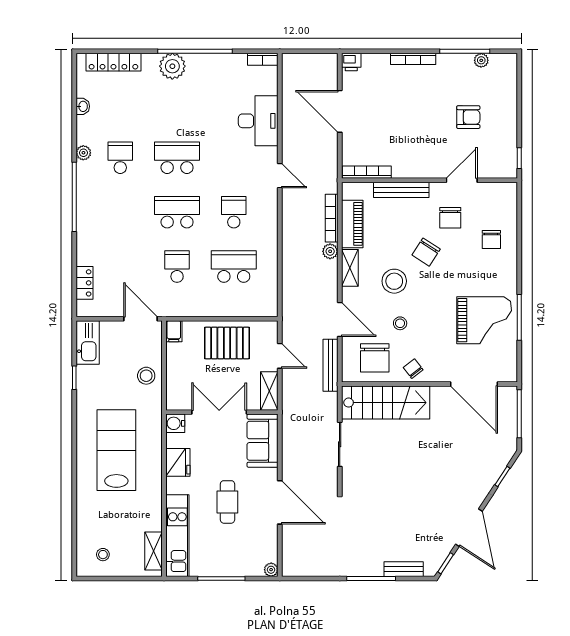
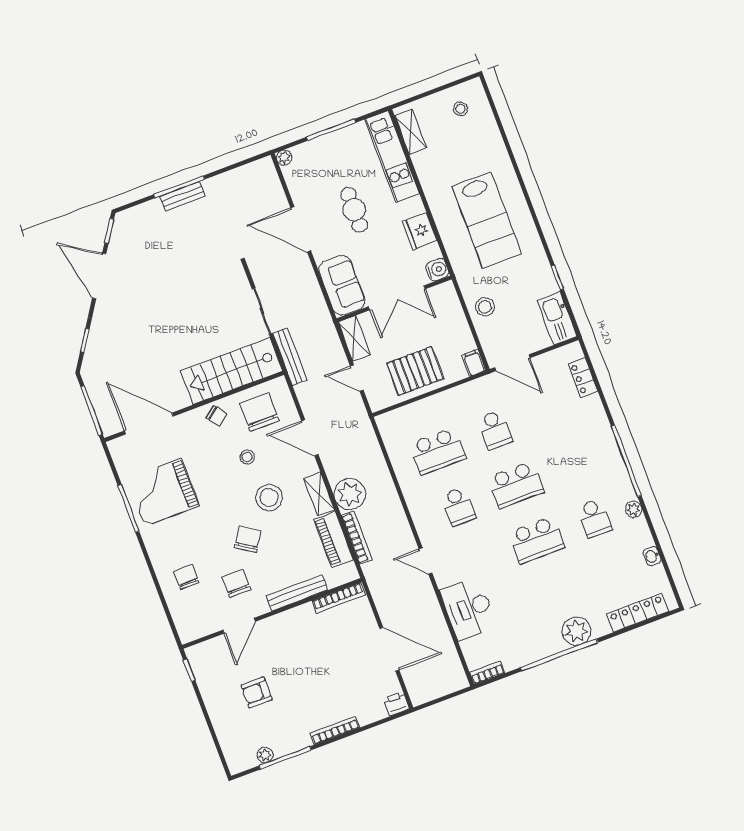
plant: (330, 251) -> (350, 494), width x1.88, depth x1.88
bench: (330, 365) -> (290, 357), moved
bench: (404, 569) -> (182, 196), moved

